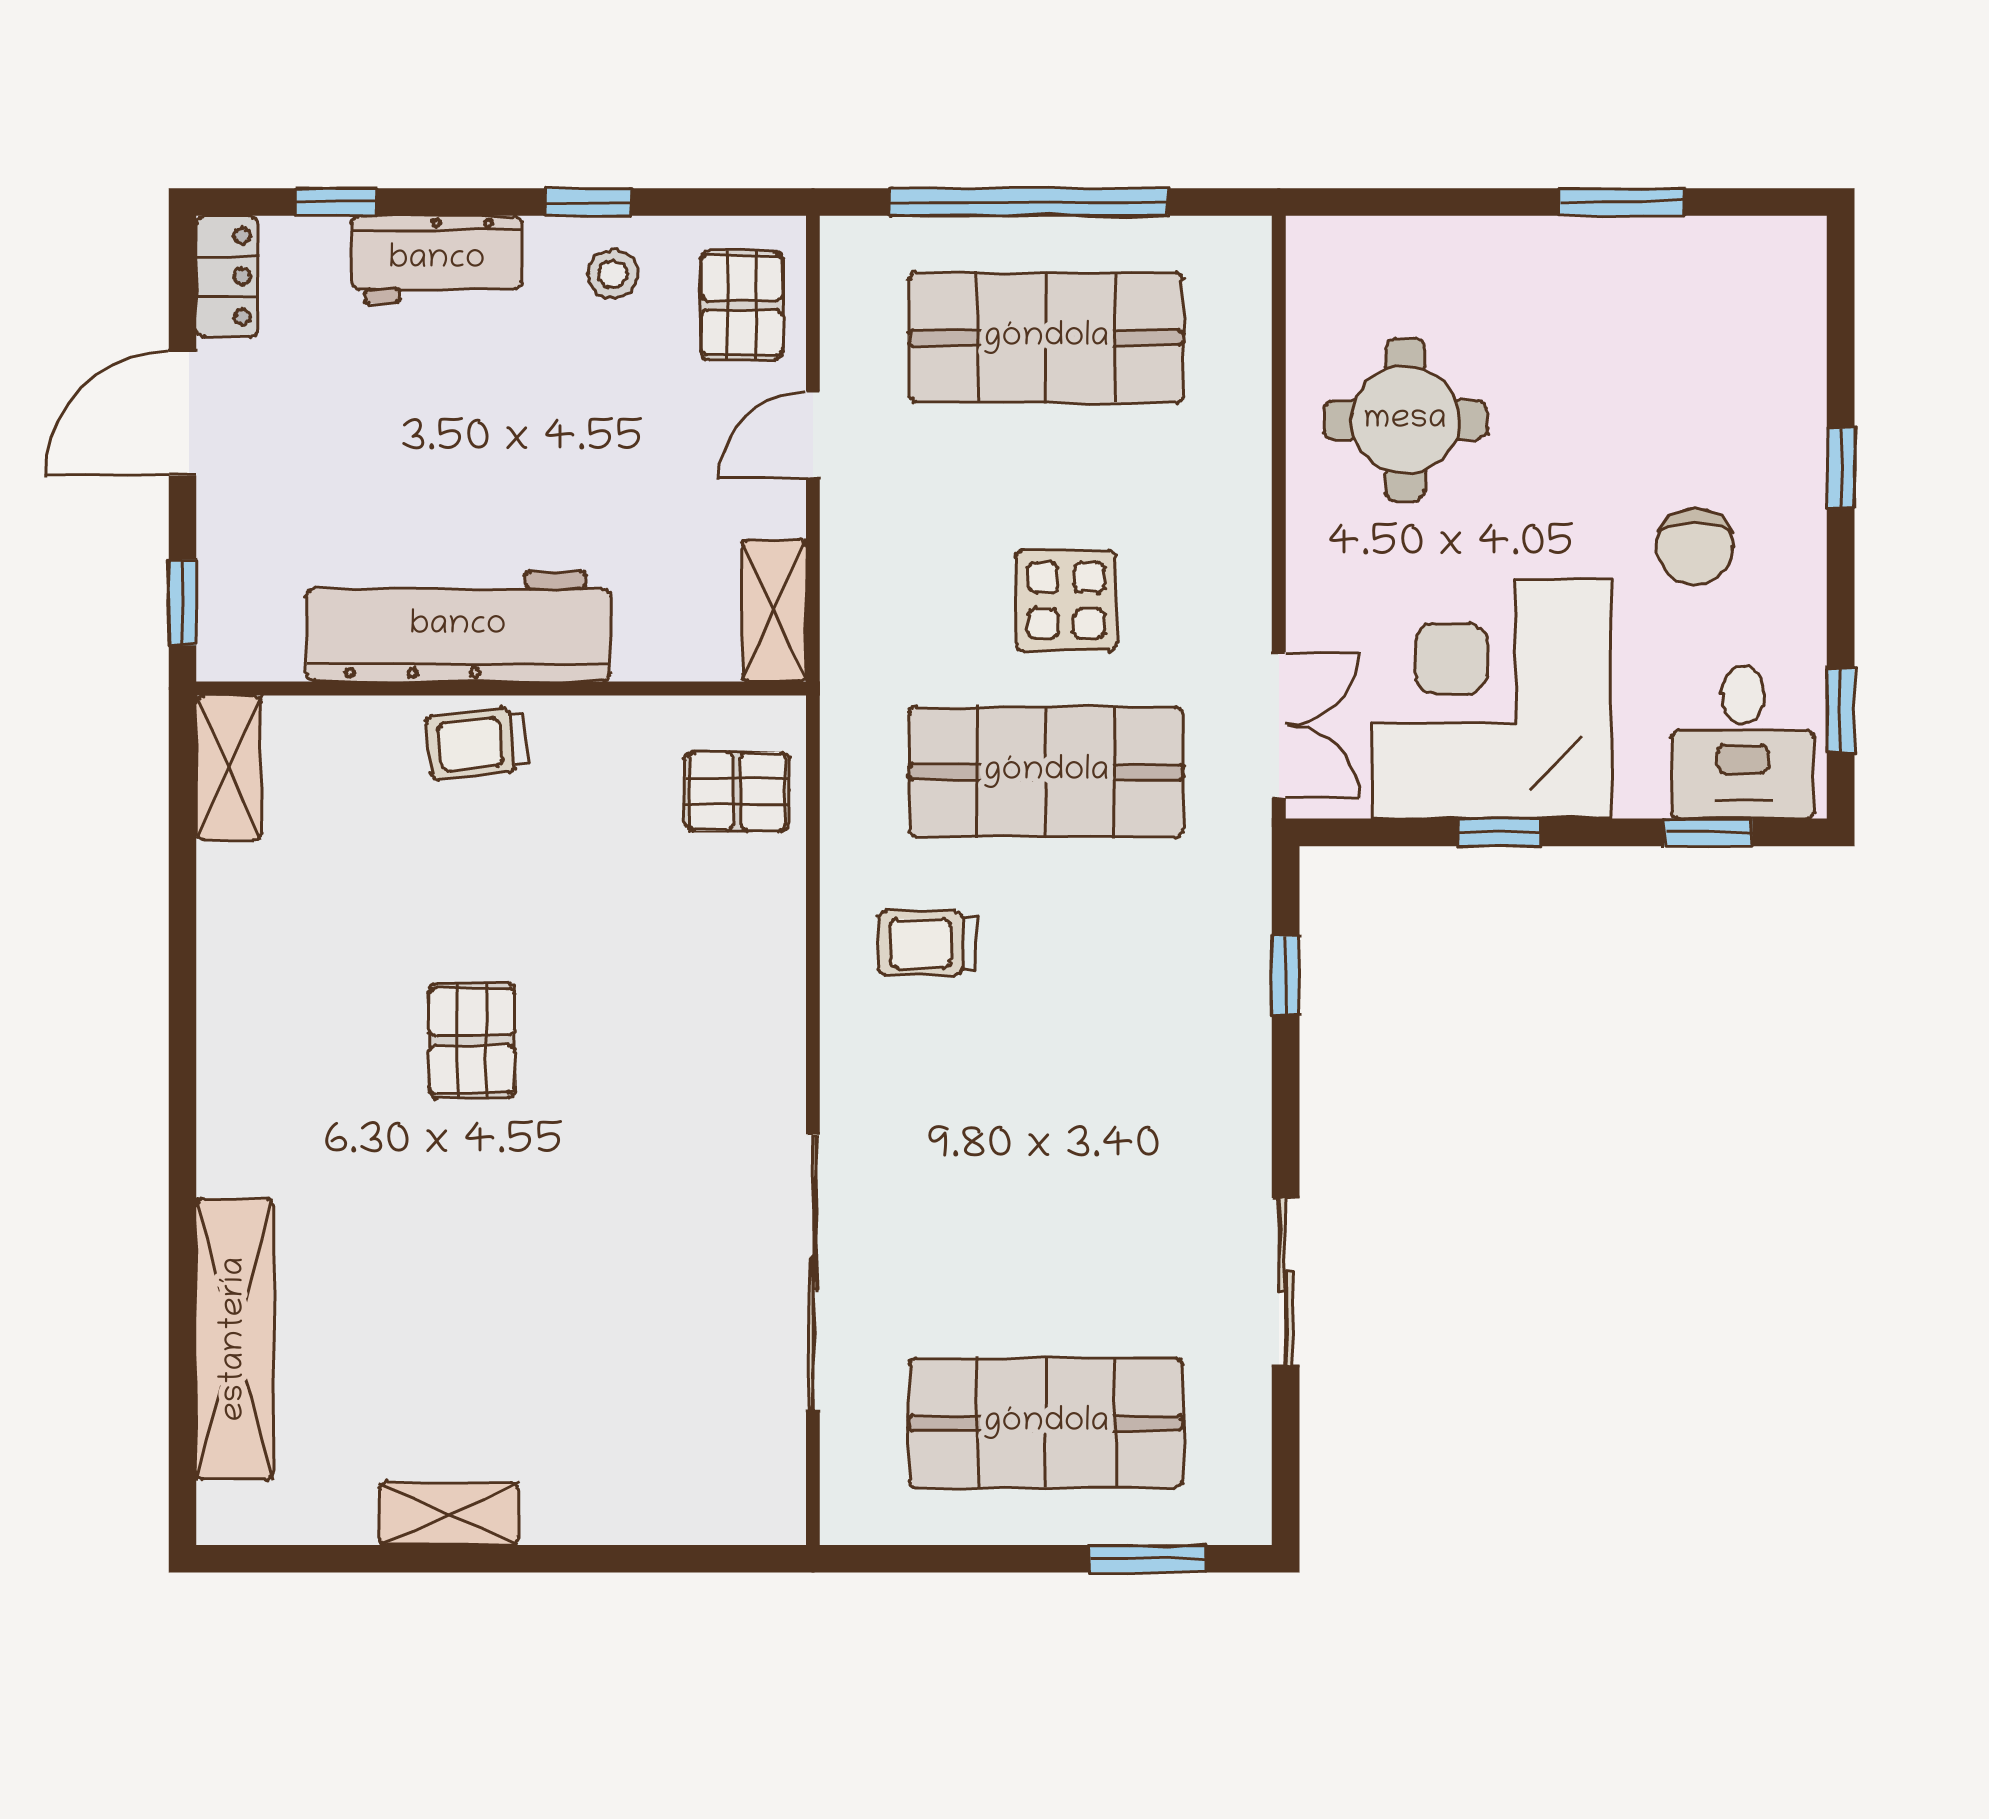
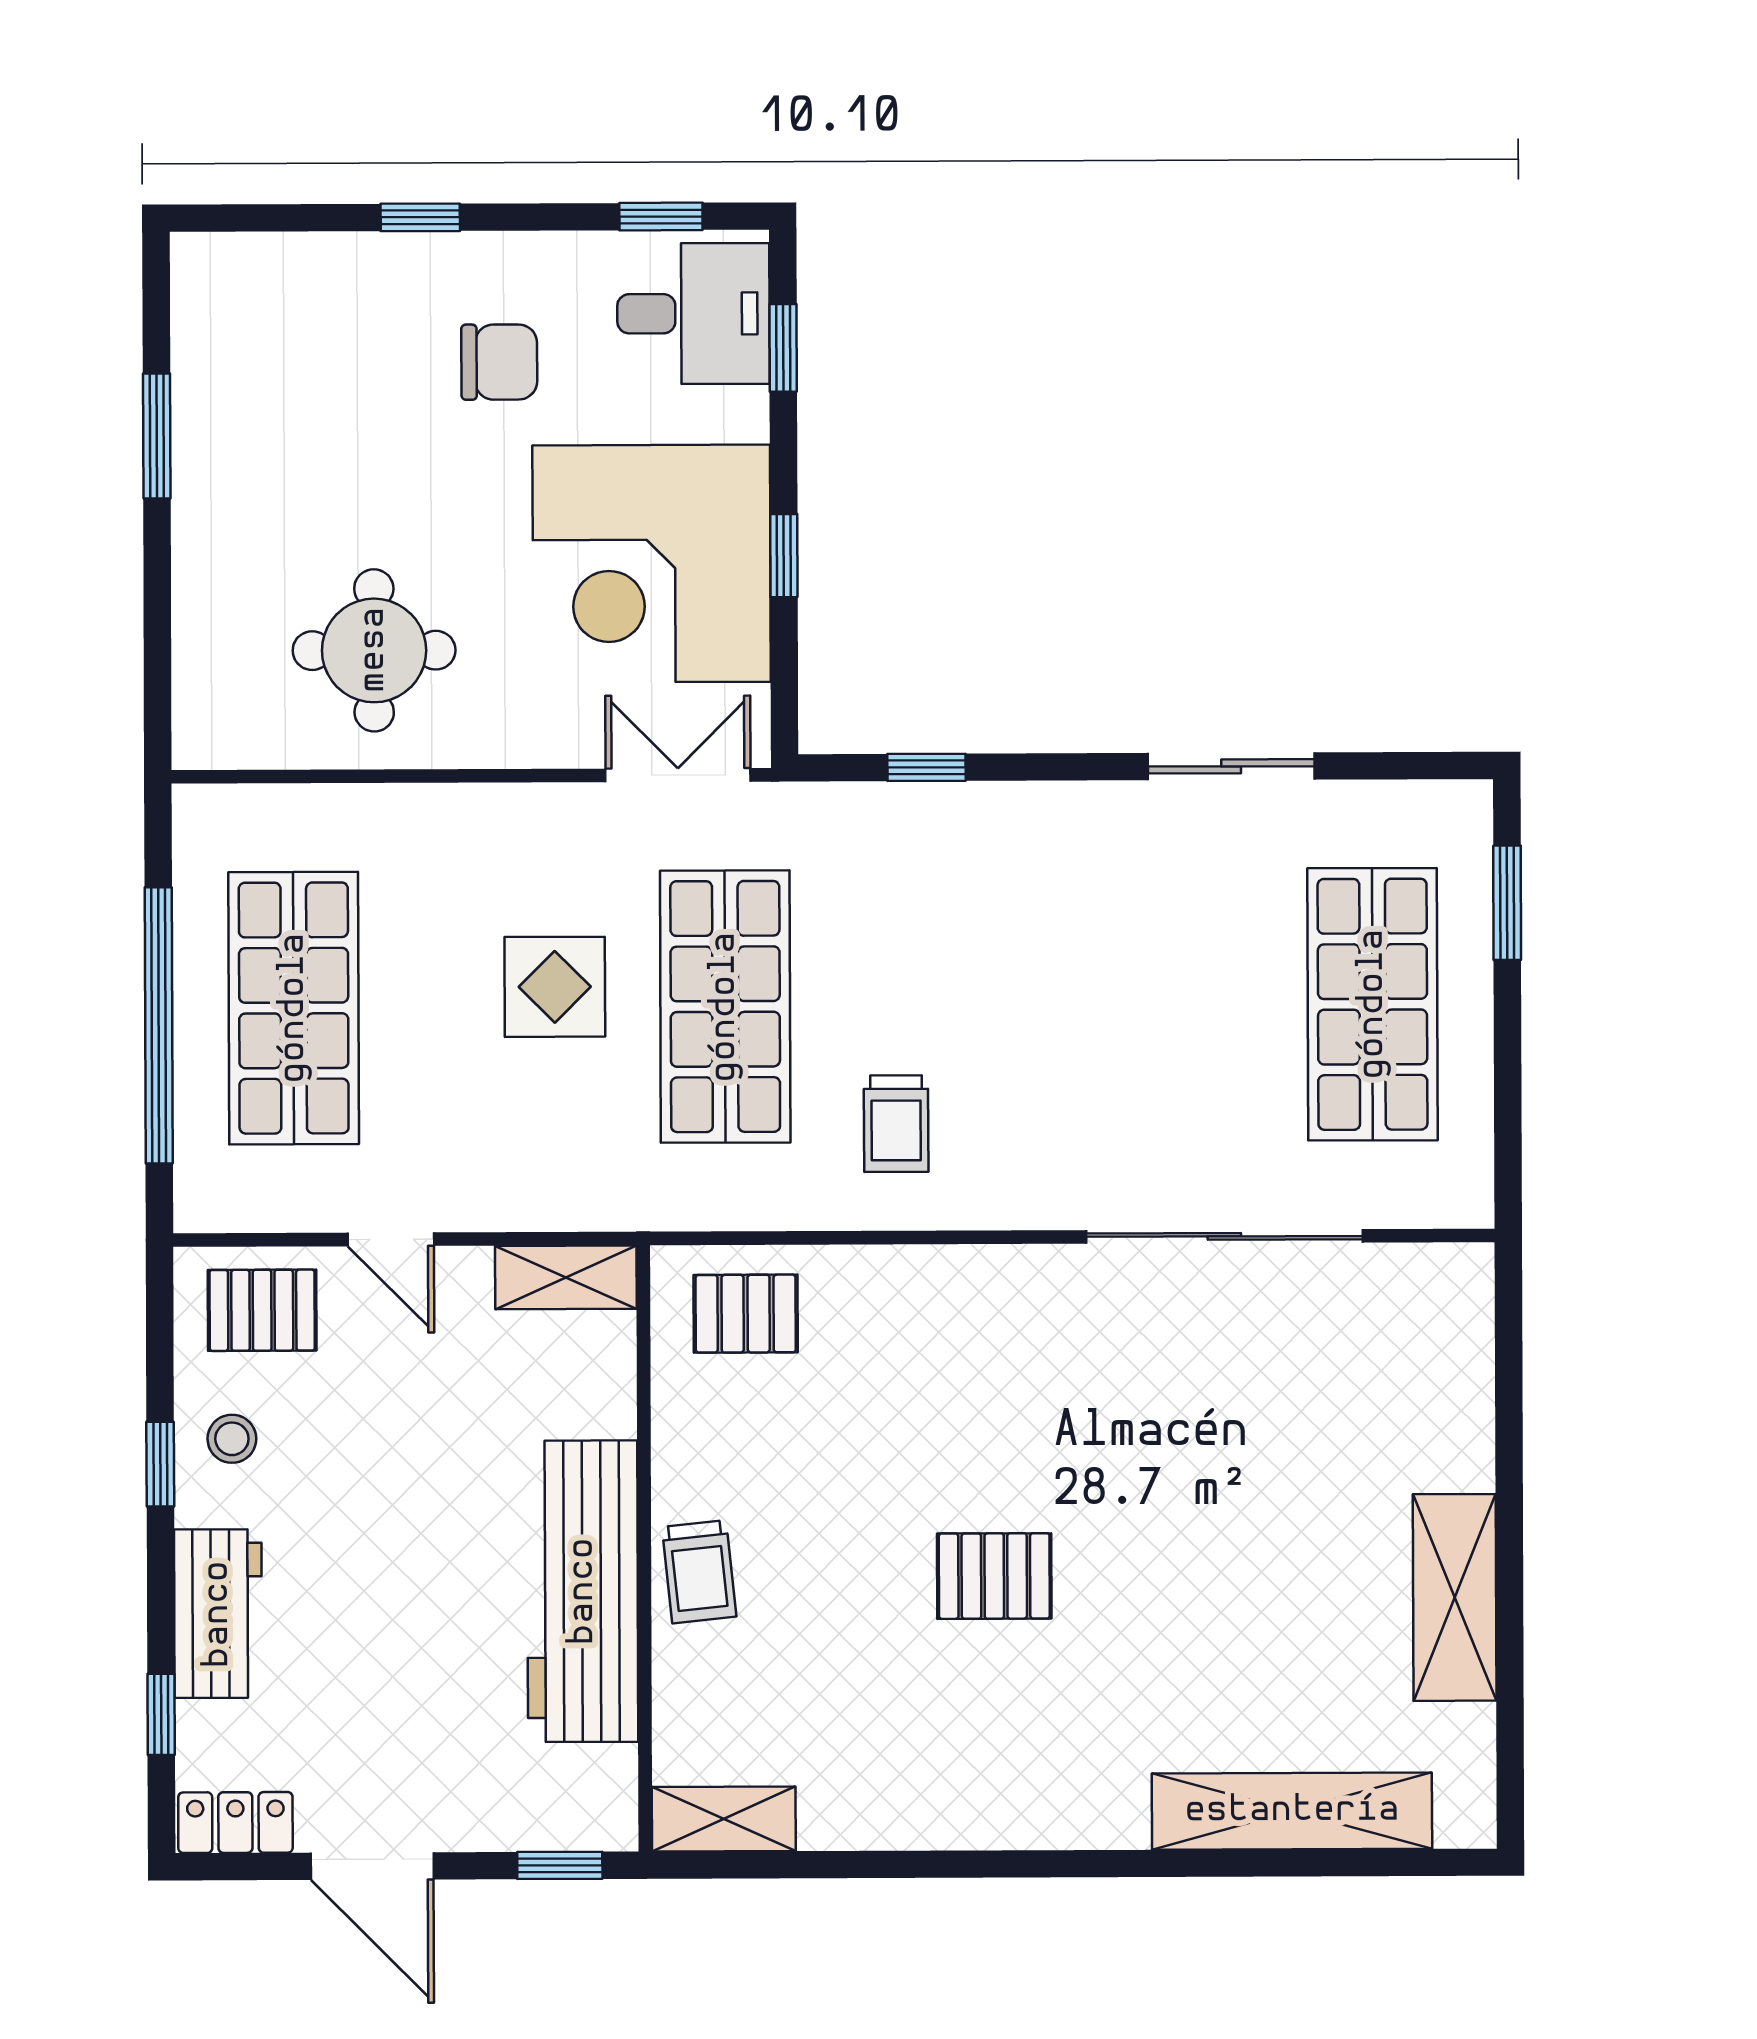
pallet: (737, 791) -> (746, 1314), turned 90
shelving: (449, 1514) -> (1455, 1597), width x1.50, depth x1.33

